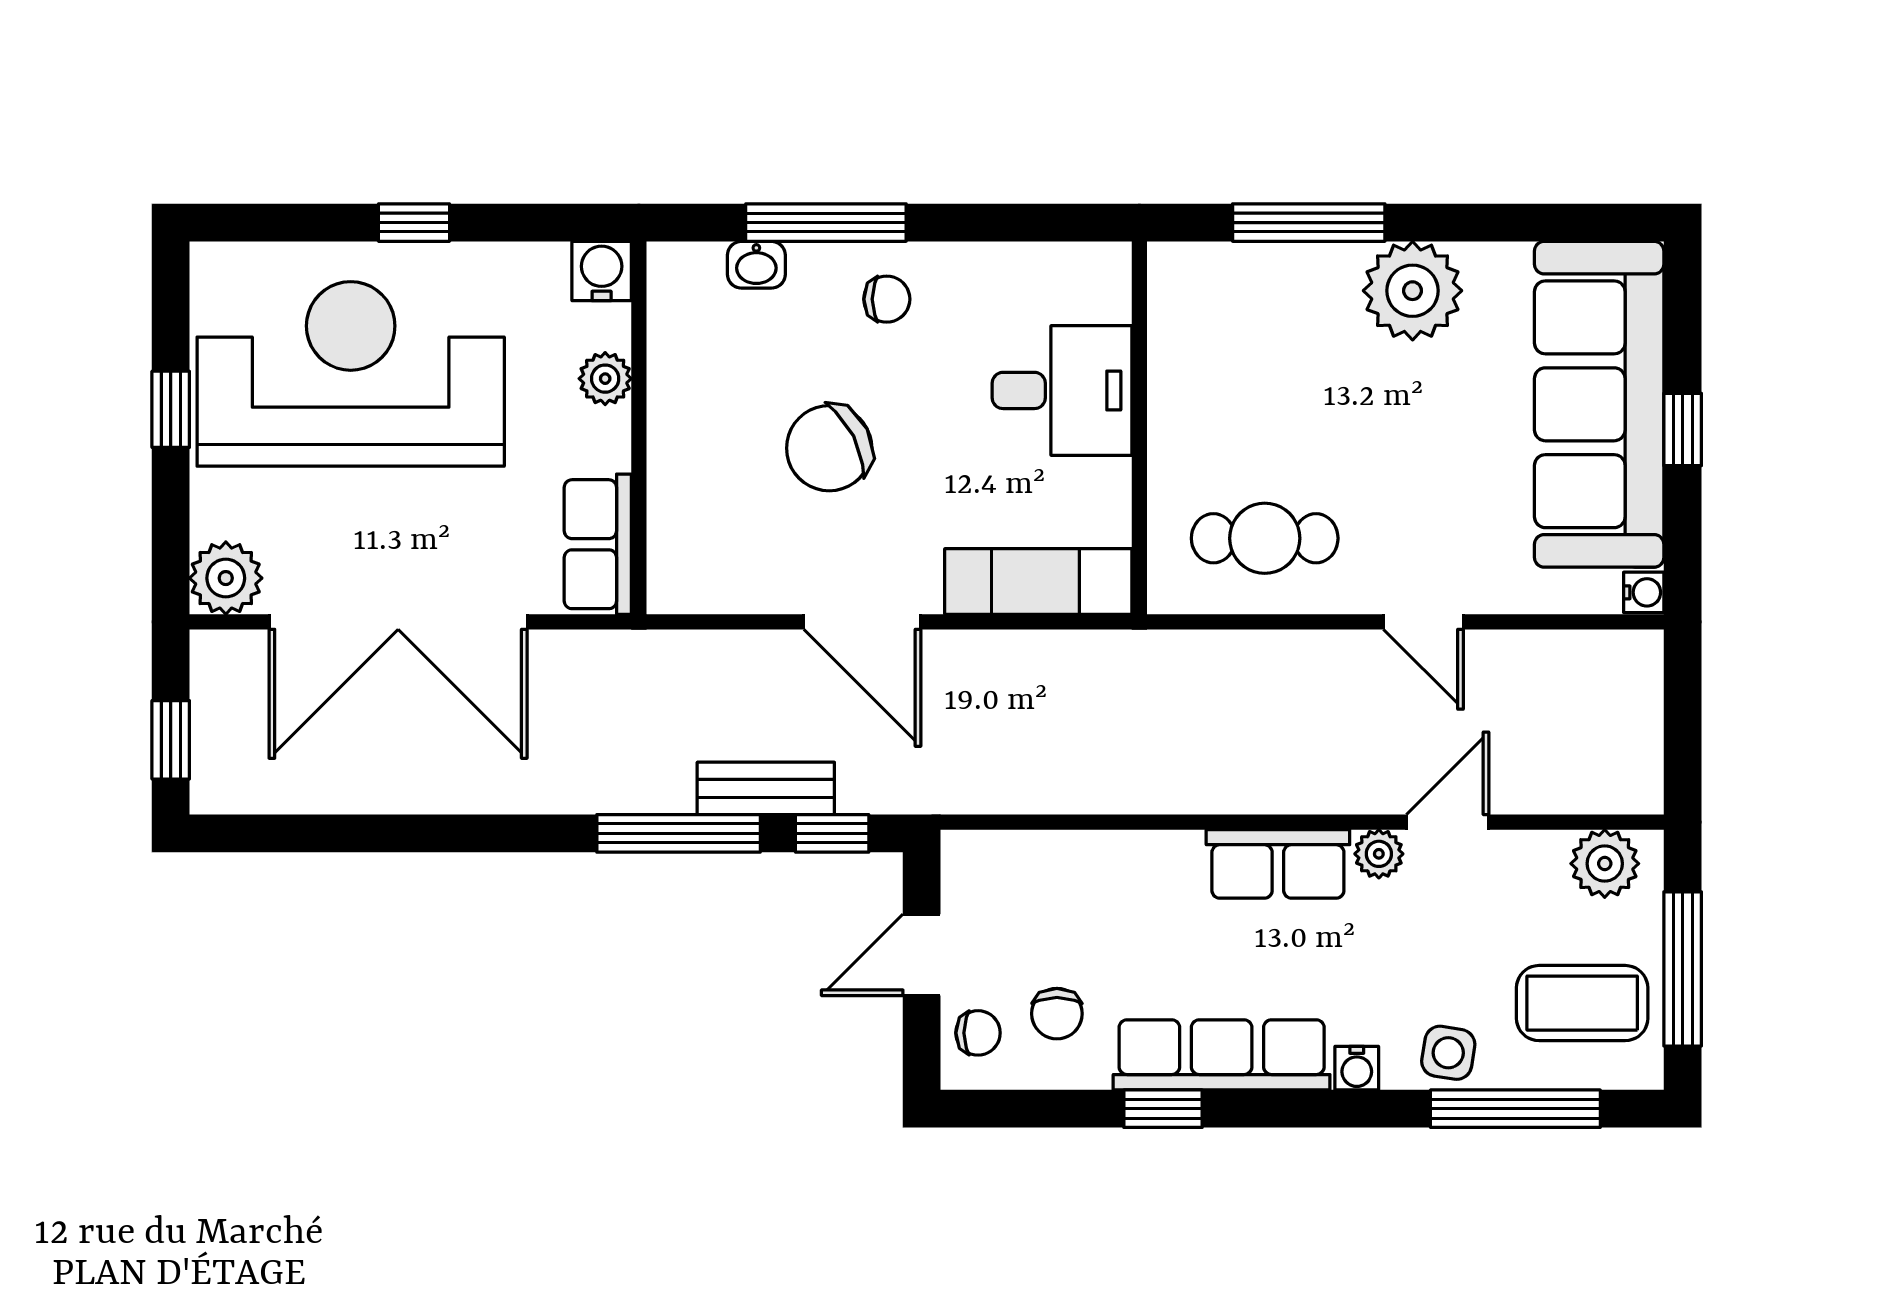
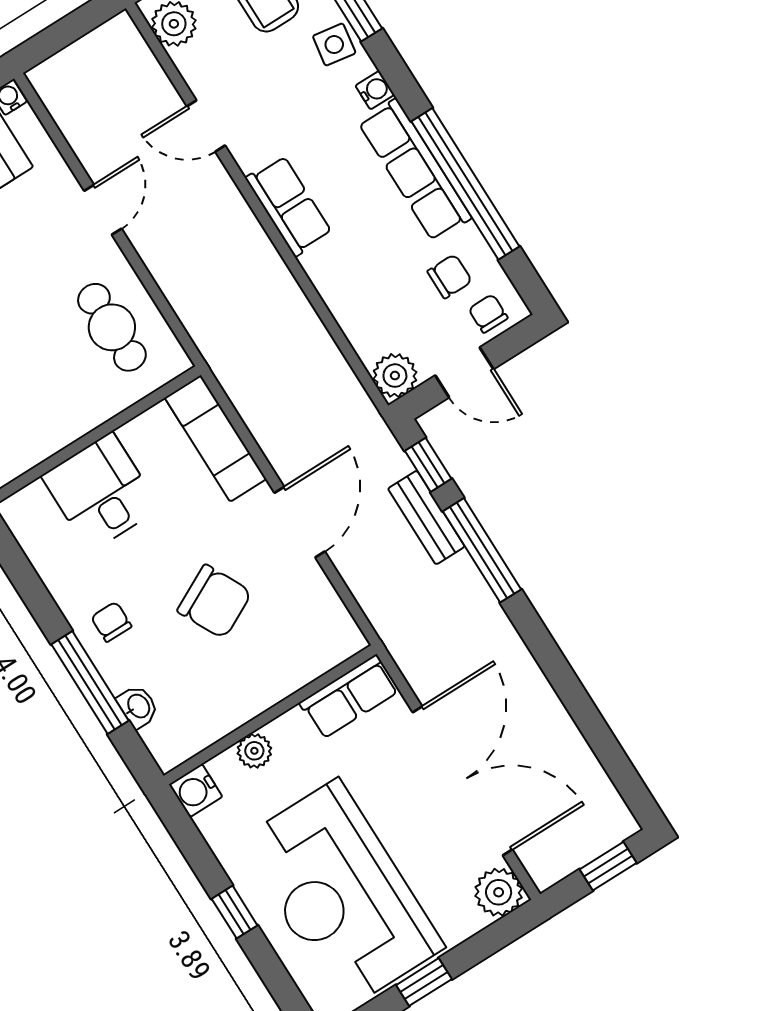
plant: (1379, 854) -> (395, 376), moved, width x1.38, depth x1.38
window: (1163, 1109) -> (465, 184), width x3.17

